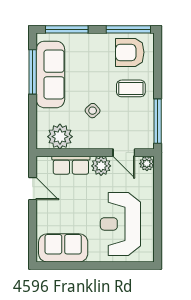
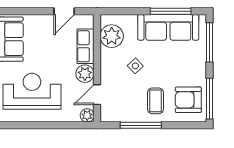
armchair: (130, 52) -> (188, 100), turned -90
window: (158, 121) -> (141, 125), moved

